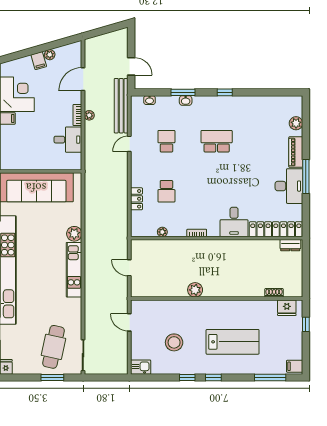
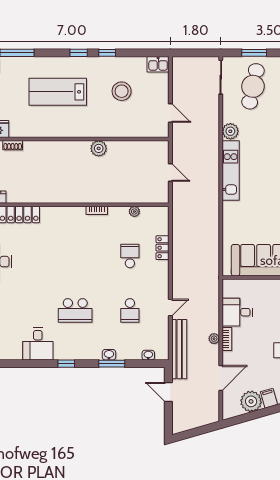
plant: (50, 55) -> (251, 401), width x1.87, depth x1.87
desk: (234, 222) -> (38, 344), moved, turned 180
plant: (74, 234) -> (230, 131), moved

